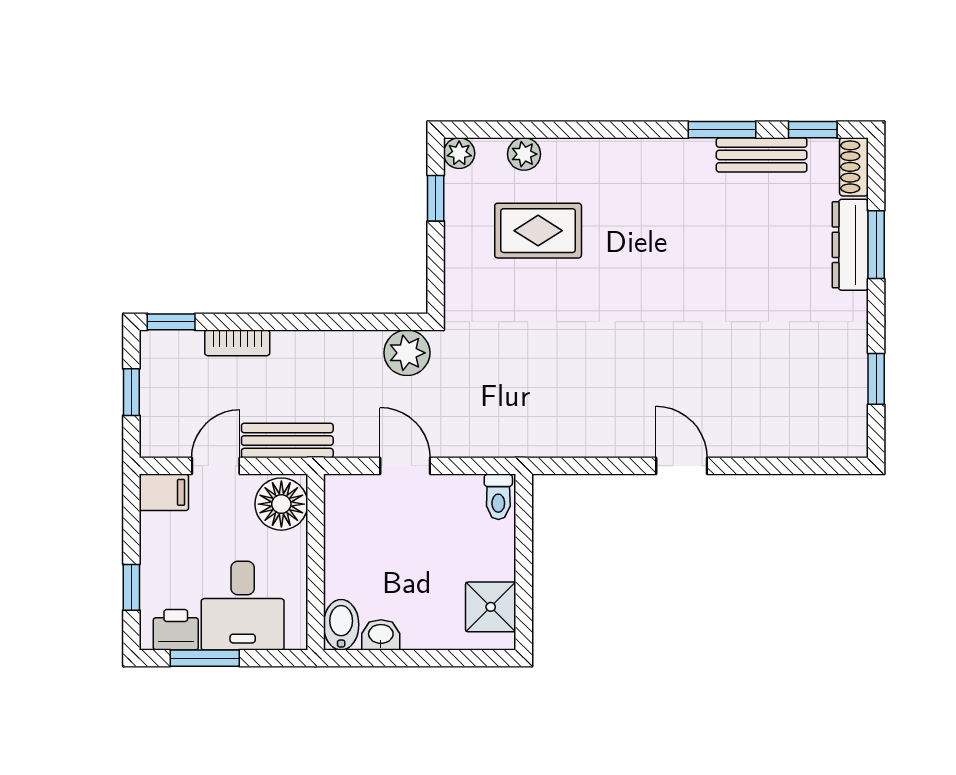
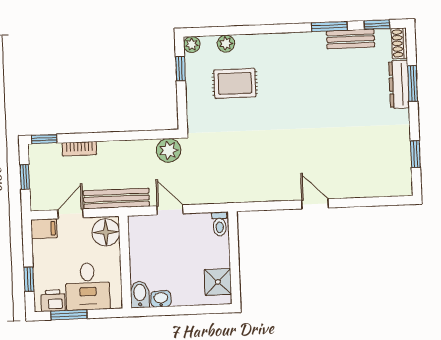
bench: (287, 441) -> (116, 199), width x1.36

